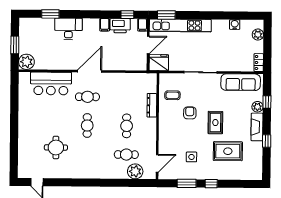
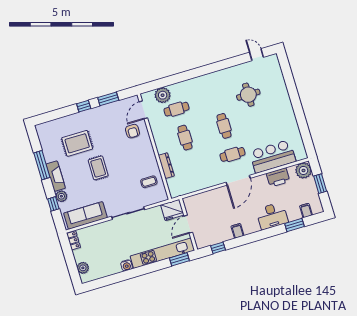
filing cabinet: (142, 25) -> (306, 211), moved
water cooler: (235, 25) -> (127, 265), moved
printer: (120, 26) -> (278, 177), moved, turned 180
armchair: (190, 113) -> (132, 131), moved
window: (267, 141) -> (42, 165), width x2.17
side table: (191, 157) -> (111, 127), removed

